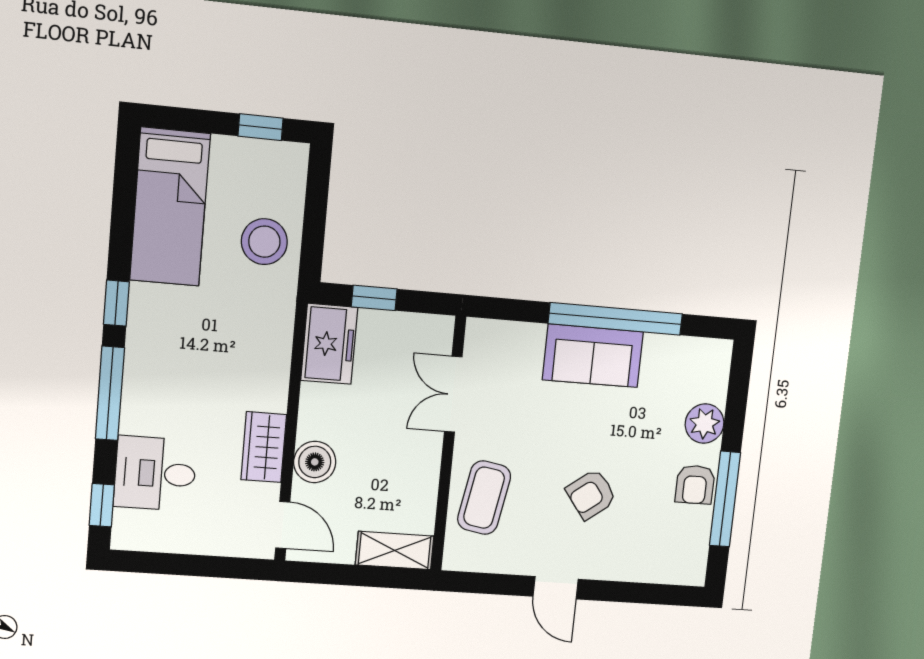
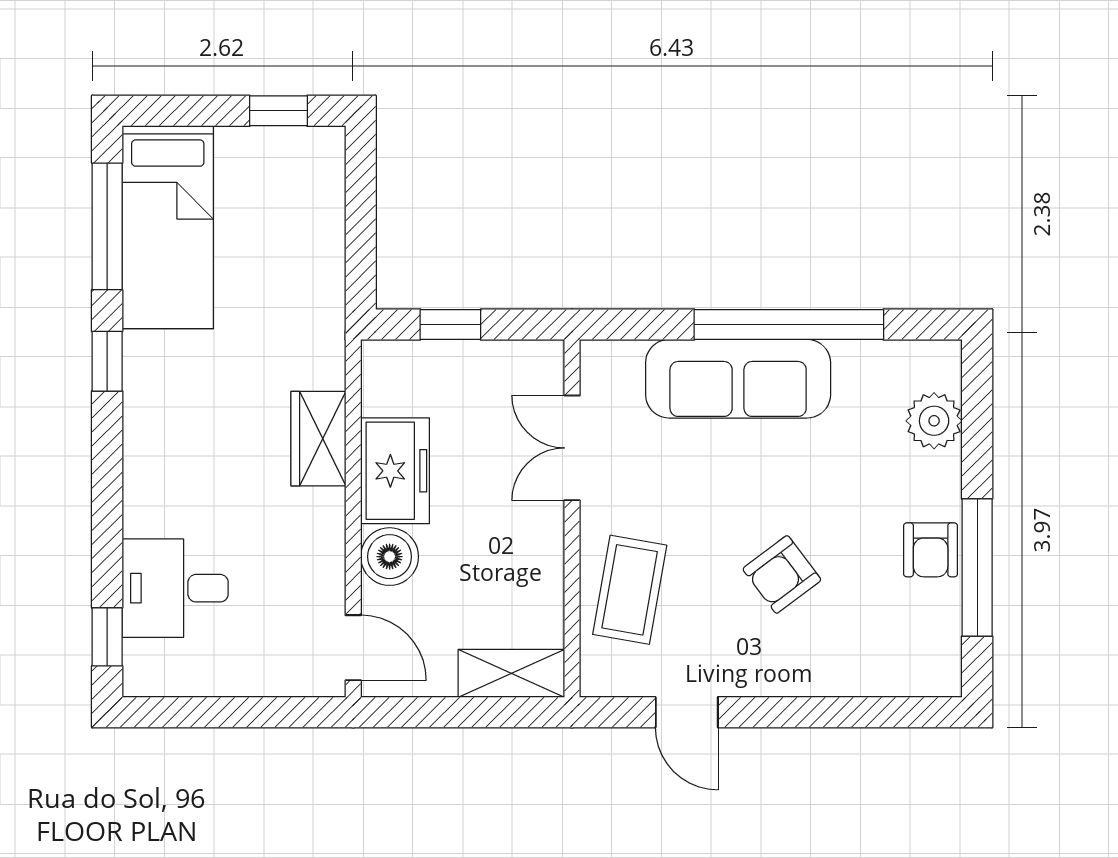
stool: (264, 242) -> (296, 262), removed
freezer: (329, 344) -> (395, 471), moved
sofa: (593, 356) -> (738, 379), width x1.36
window: (110, 393) -> (107, 226), moved
plant: (705, 424) -> (934, 421), moved
wardrobe: (264, 447) -> (318, 439), moved
door: (556, 588) -> (687, 712), moved

